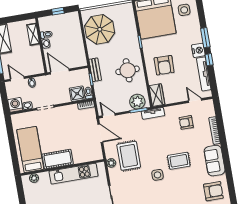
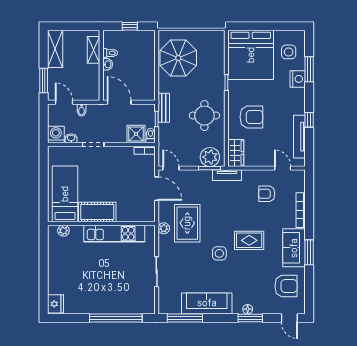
window: (205, 38) -> (309, 69), moved
nightstand: (198, 50) -> (298, 79), moved
armchair: (164, 65) -> (251, 117), turned -91
window: (227, 162) -> (309, 252), added

